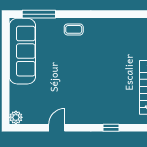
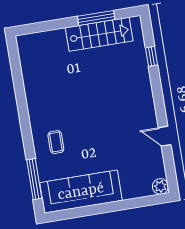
coffee table: (74, 29) -> (56, 142), moved
window: (111, 128) -> (152, 56), moved

